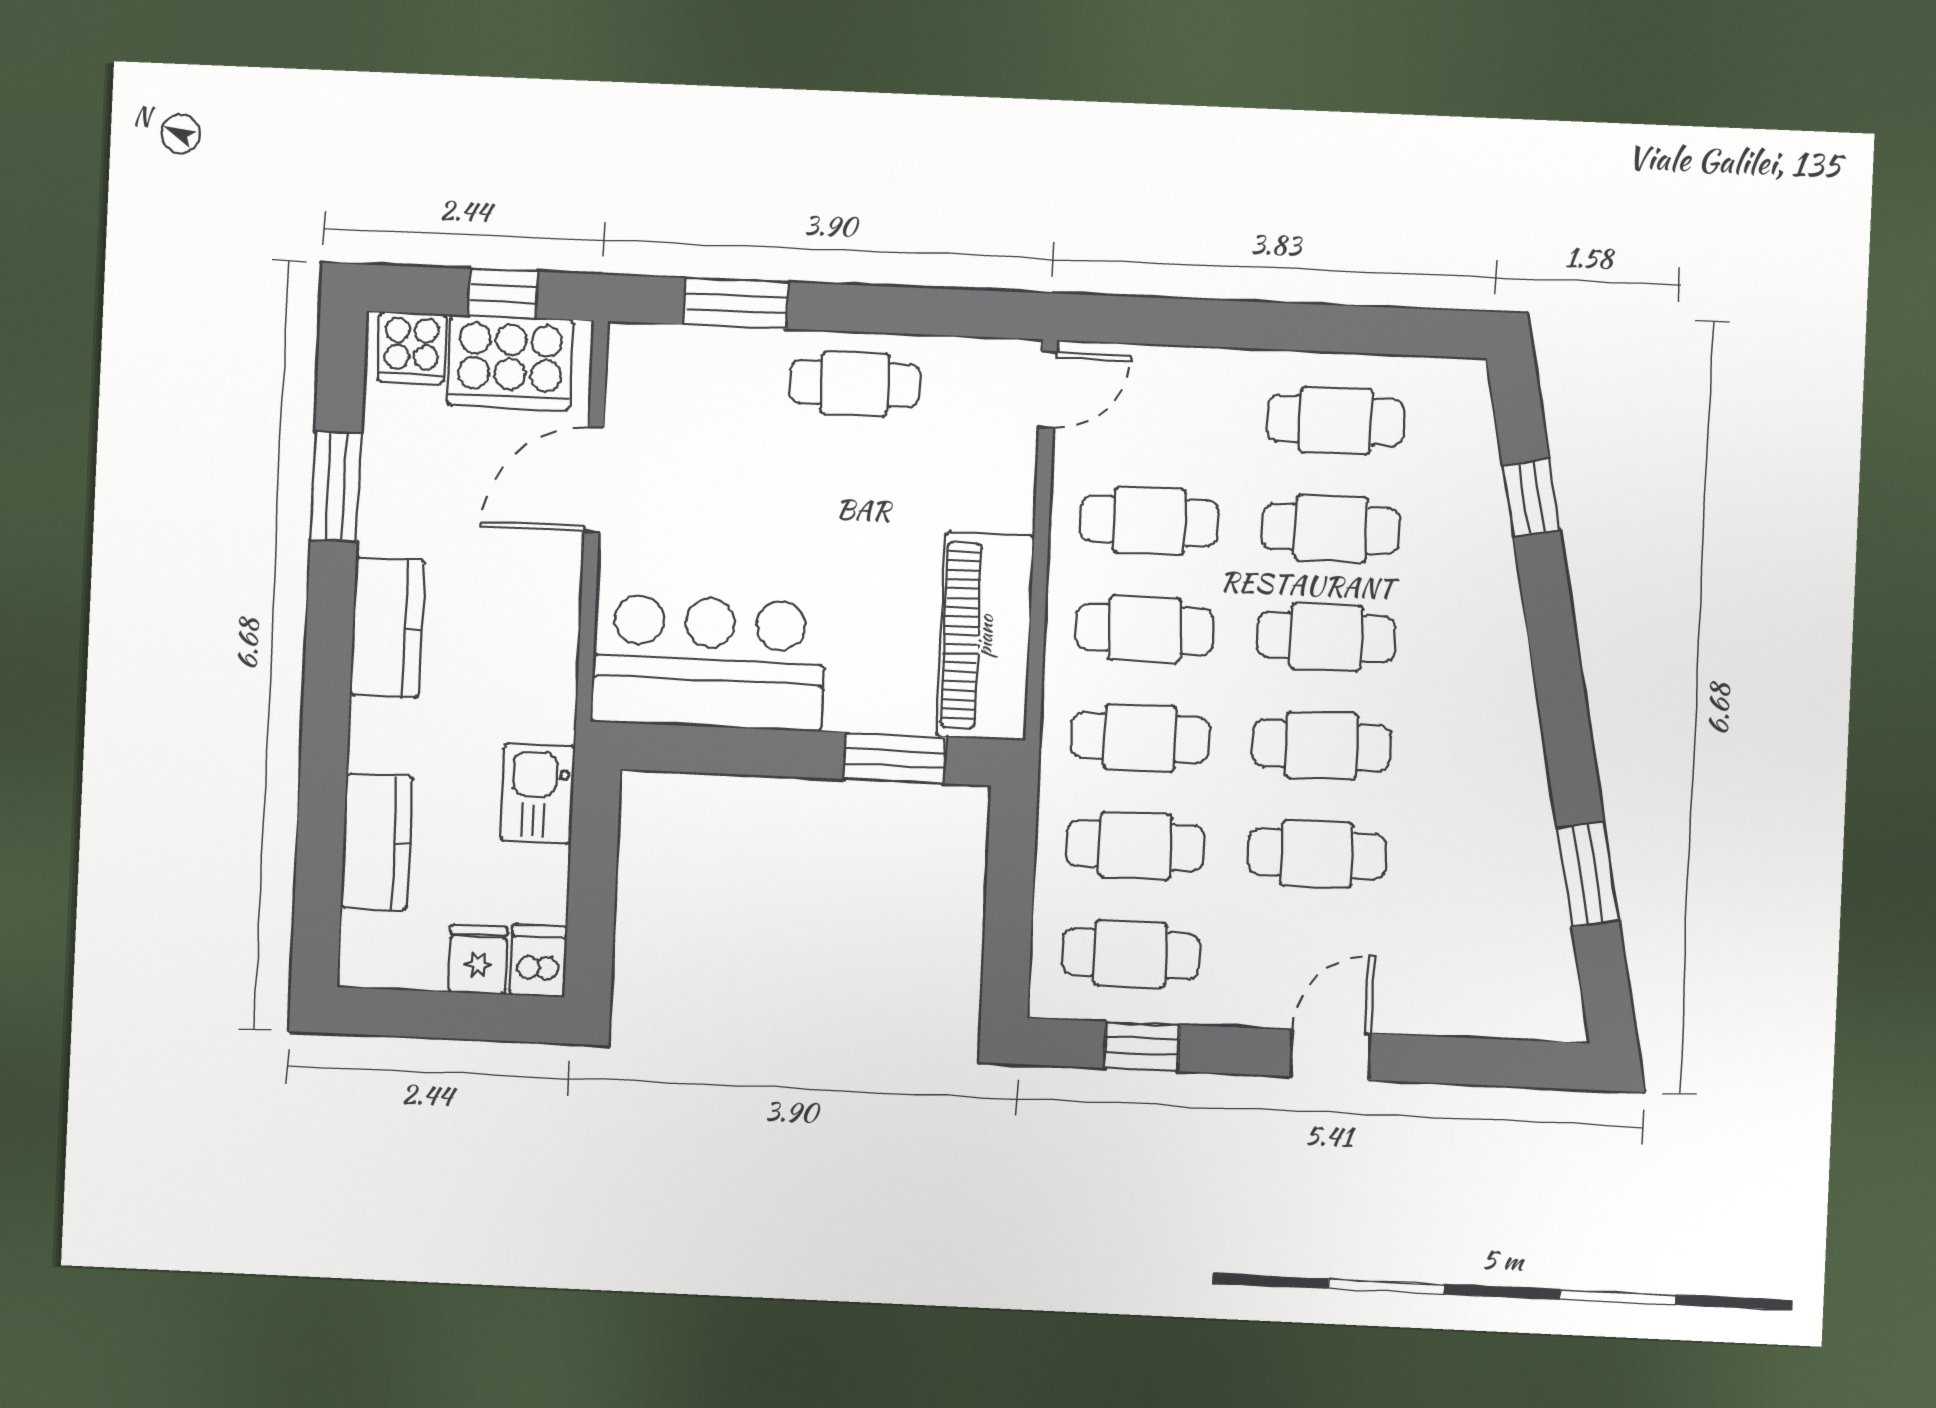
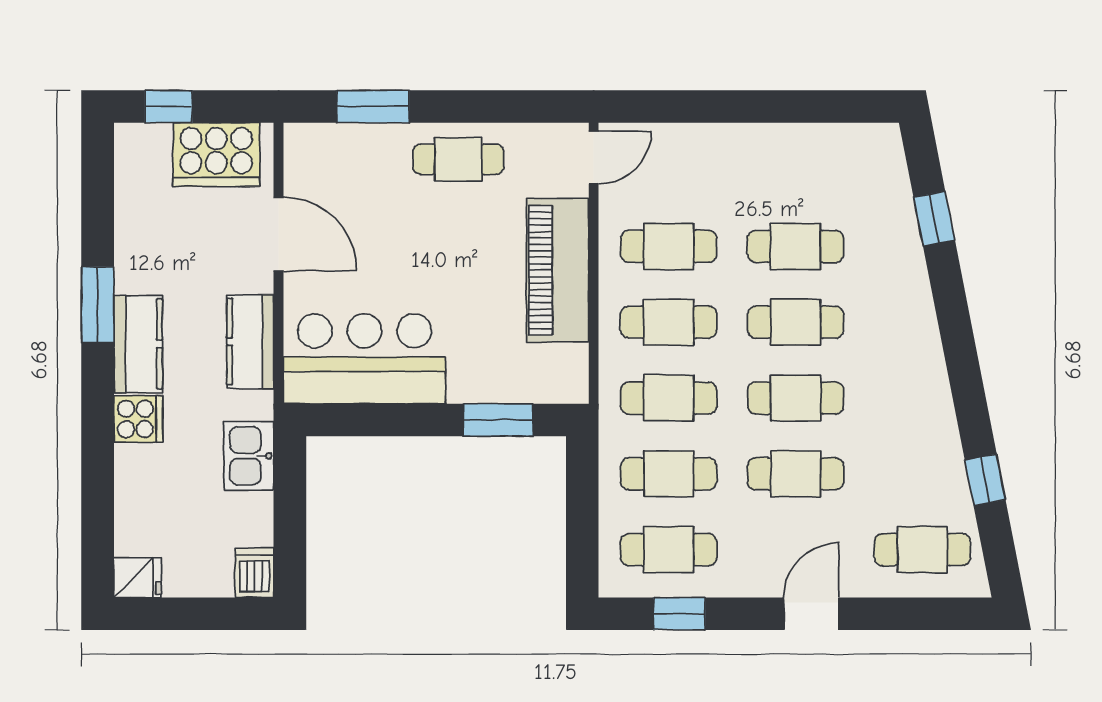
window: (503, 294) -> (169, 106), moved
cooker: (412, 348) -> (138, 419), moved, turned -90
cafe table: (1336, 420) -> (922, 550), moved
door: (594, 479) -> (279, 234), swing flipped
window: (336, 486) -> (98, 305), moved
piano: (985, 636) -> (558, 270), moved
kitchen counter: (377, 842) -> (250, 341), moved, turned 180
window: (1588, 874) -> (985, 480), width x0.67
fridge: (478, 959) -> (138, 578), moved, turned 90

